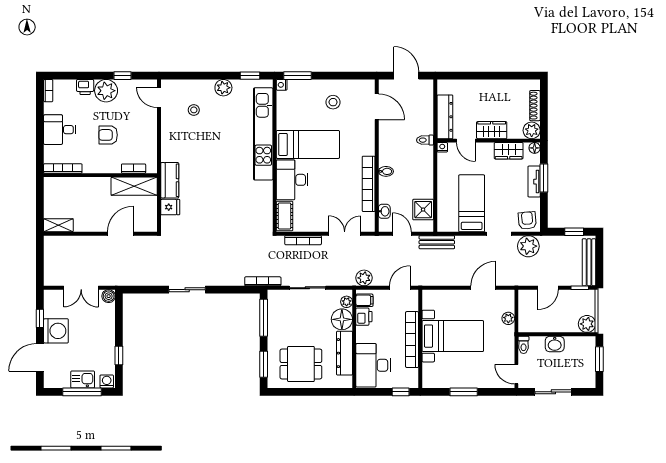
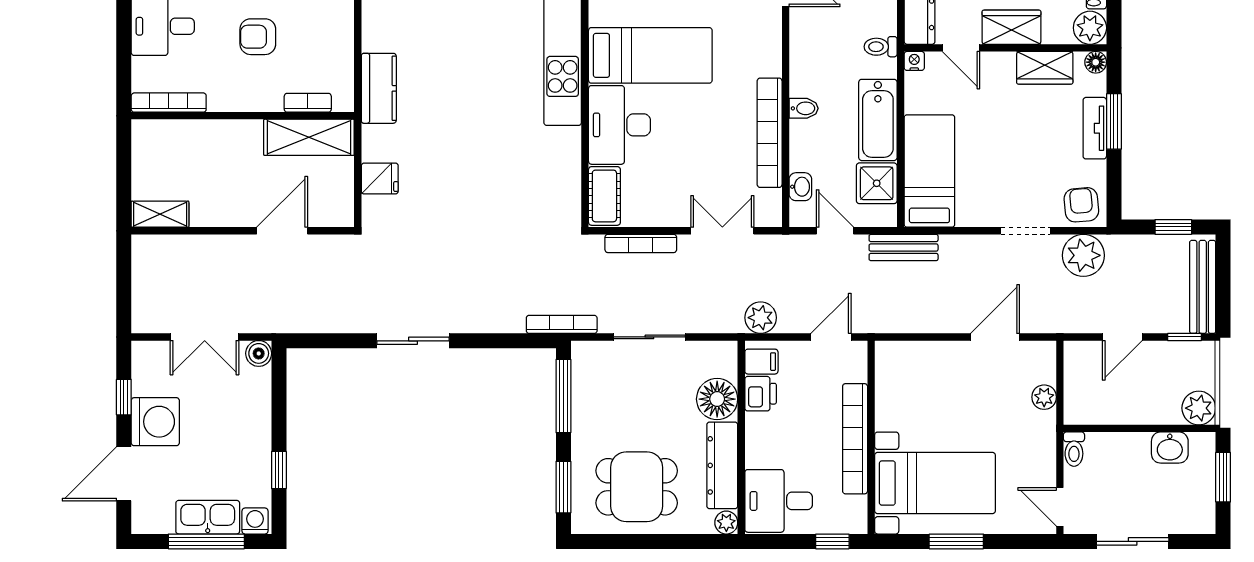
bathtub: (424, 177) -> (878, 120), added
kitchen counter: (170, 180) -> (379, 88), moved
bed: (472, 203) -> (929, 171), moved
plant: (347, 302) -> (726, 523), moved
bed with nightstands: (453, 336) -> (935, 483), moved
washbasin: (555, 344) -> (1170, 448), moved
desk: (373, 365) -> (779, 501), width x0.73
kitchen sink: (83, 379) -> (208, 517), width x1.38

